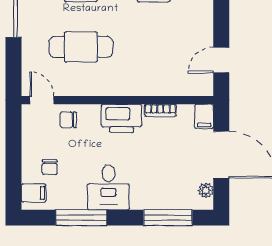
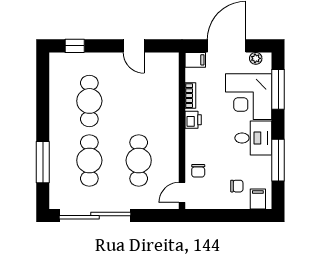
door: (221, 60) -> (134, 46), moved
printer: (121, 118) -> (193, 120), width x0.53, depth x0.68
corner desk: (159, 182) -> (249, 97), added

